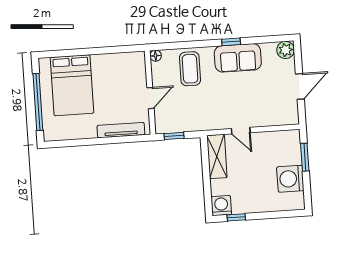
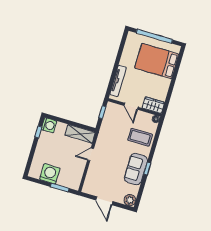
wardrobe: (137, 67) -> (153, 105), added

